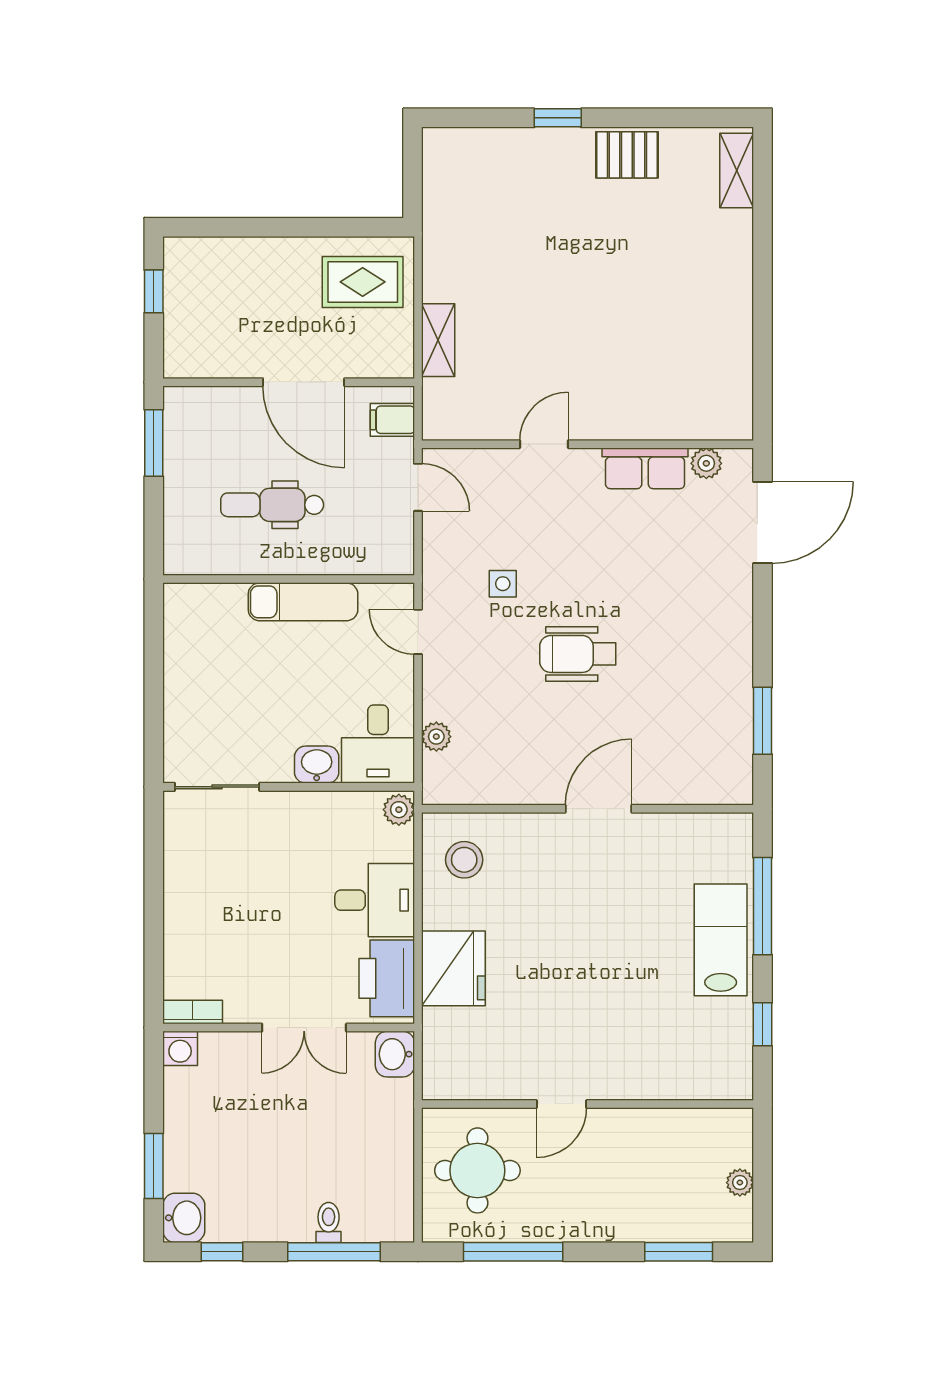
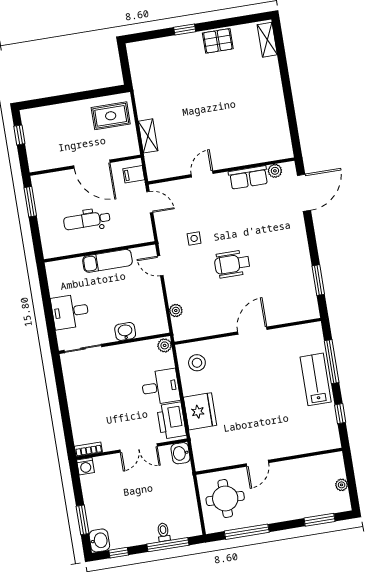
desk: (378, 744) -> (70, 312), moved, turned 90

